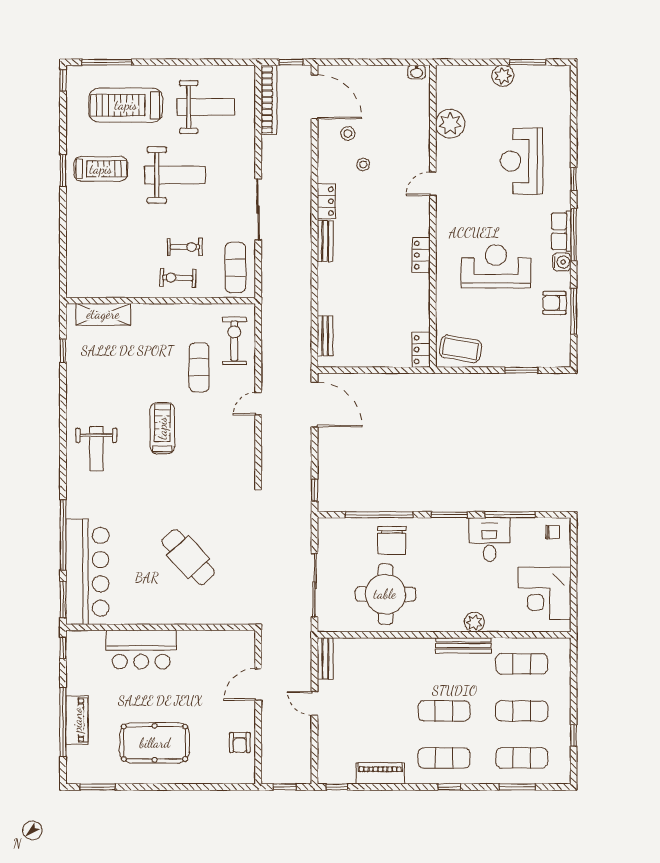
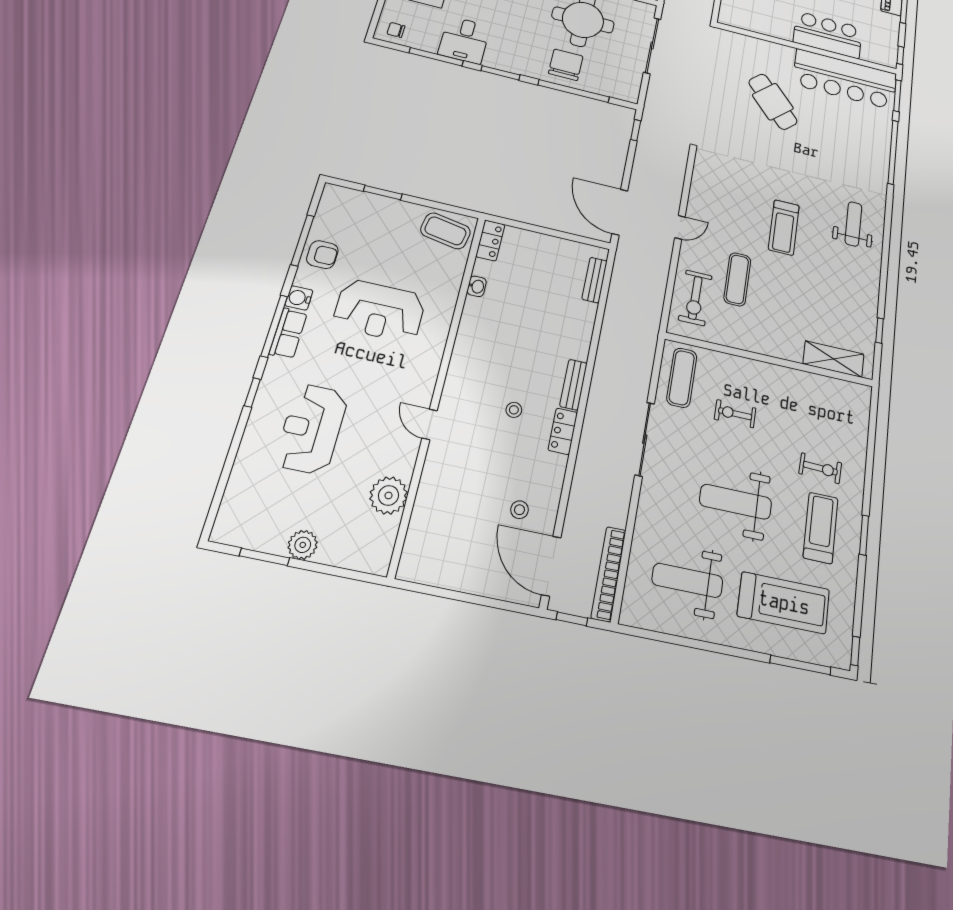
washbasin: (417, 72) -> (477, 286), moved, turned 90
reception desk: (521, 161) -> (312, 429), turned 180
stool: (363, 164) -> (514, 410), moved
treadmill: (101, 169) -> (821, 528), turned 90
door: (433, 184) -> (430, 424), swing flipped
locker: (421, 255) -> (465, 344), removed
exercise bike: (178, 278) -> (820, 468), moved
bar counter: (87, 572) -> (845, 79), moved, turned -90

